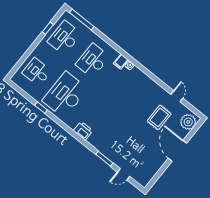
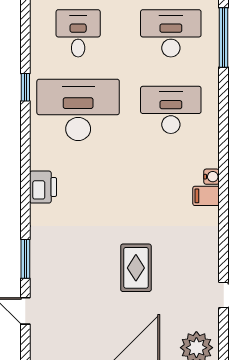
filing cabinet: (121, 62) -> (206, 196), moved
rug: (159, 117) -> (136, 268), moved, turned 90

